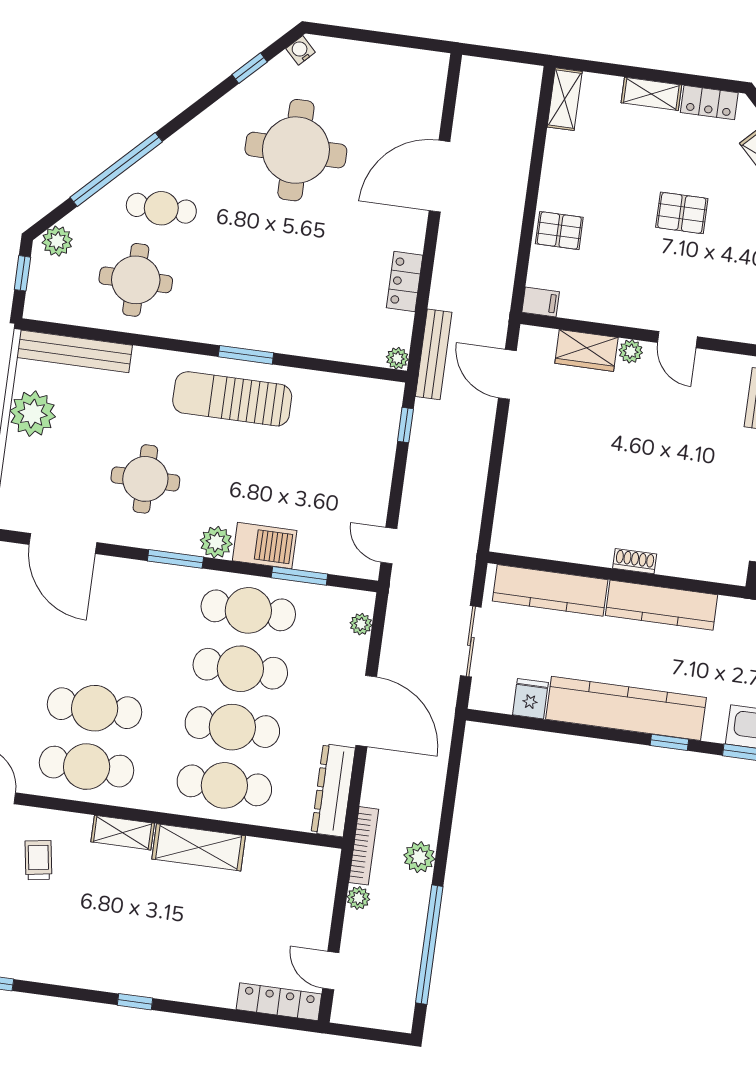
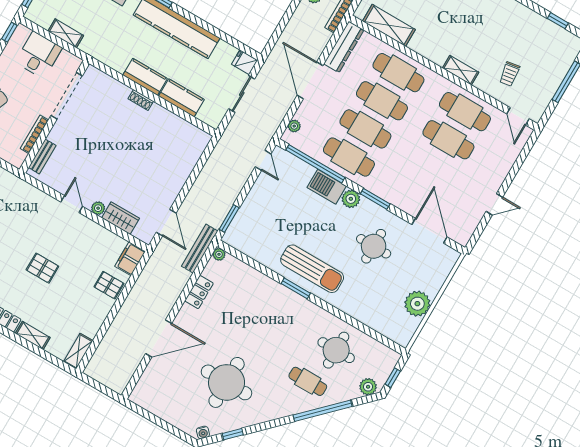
filing cabinet: (541, 302) -> (130, 259), width x2.00
bench: (75, 351) -> (383, 327), removed
window: (405, 425) -> (229, 218), width x1.50
window: (299, 576) -> (315, 164), width x2.11
kitchen counter: (550, 590) -> (181, 98), width x0.67
kitchen counter: (661, 605) -> (145, 77), width x0.67
fridge: (530, 699) -> (245, 62), moved, turned 90
shelving: (199, 847) -> (389, 25), moved

